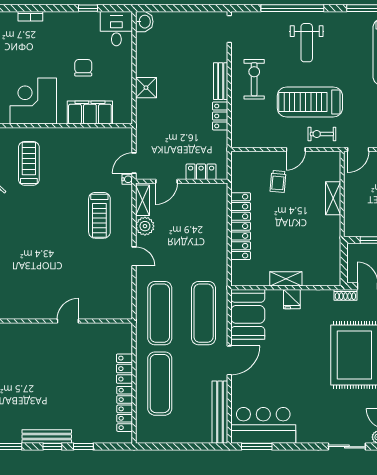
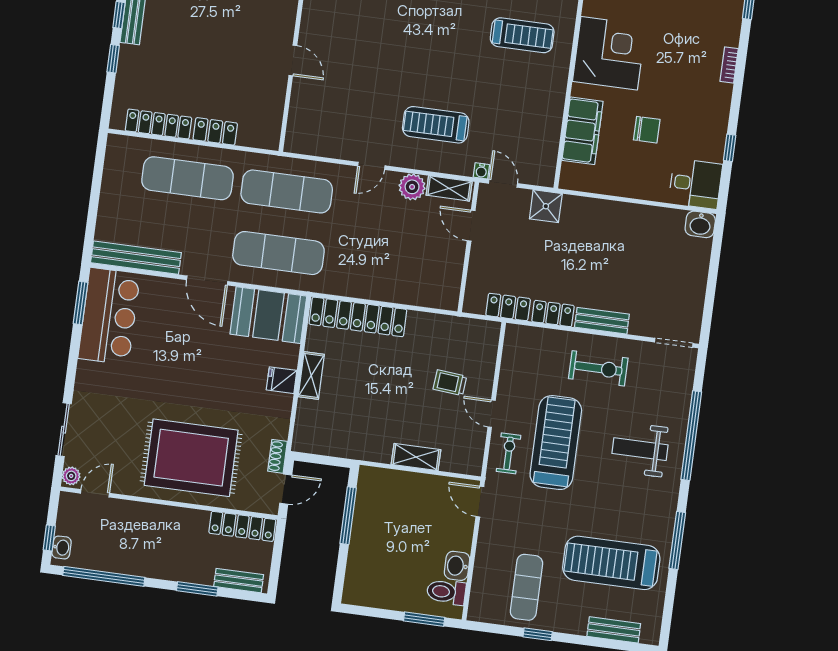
shower: (146, 88) -> (546, 206), moved
locker: (201, 172) -> (508, 307), moved, turned -90
locker: (241, 226) -> (358, 317), moved

